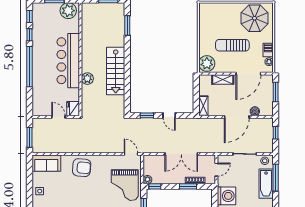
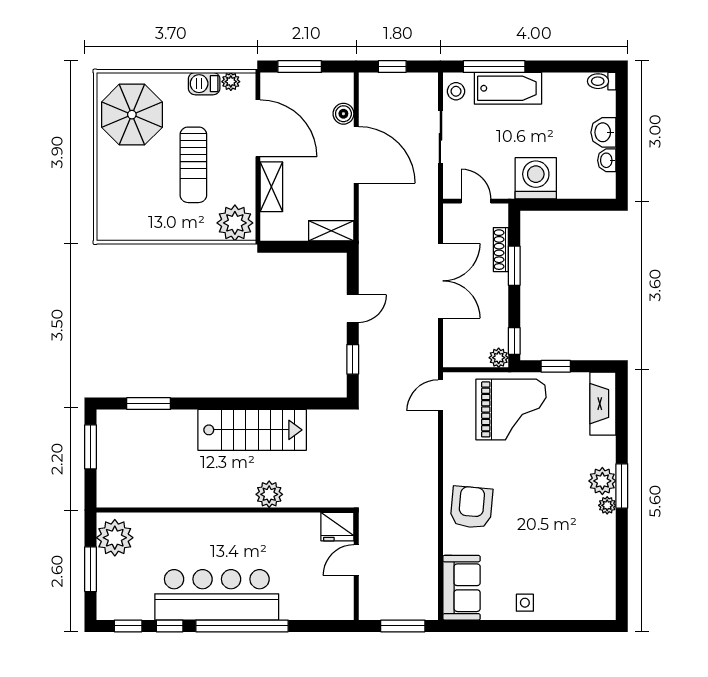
bar counter: (68, 61) -> (217, 595), moved, turned 180

